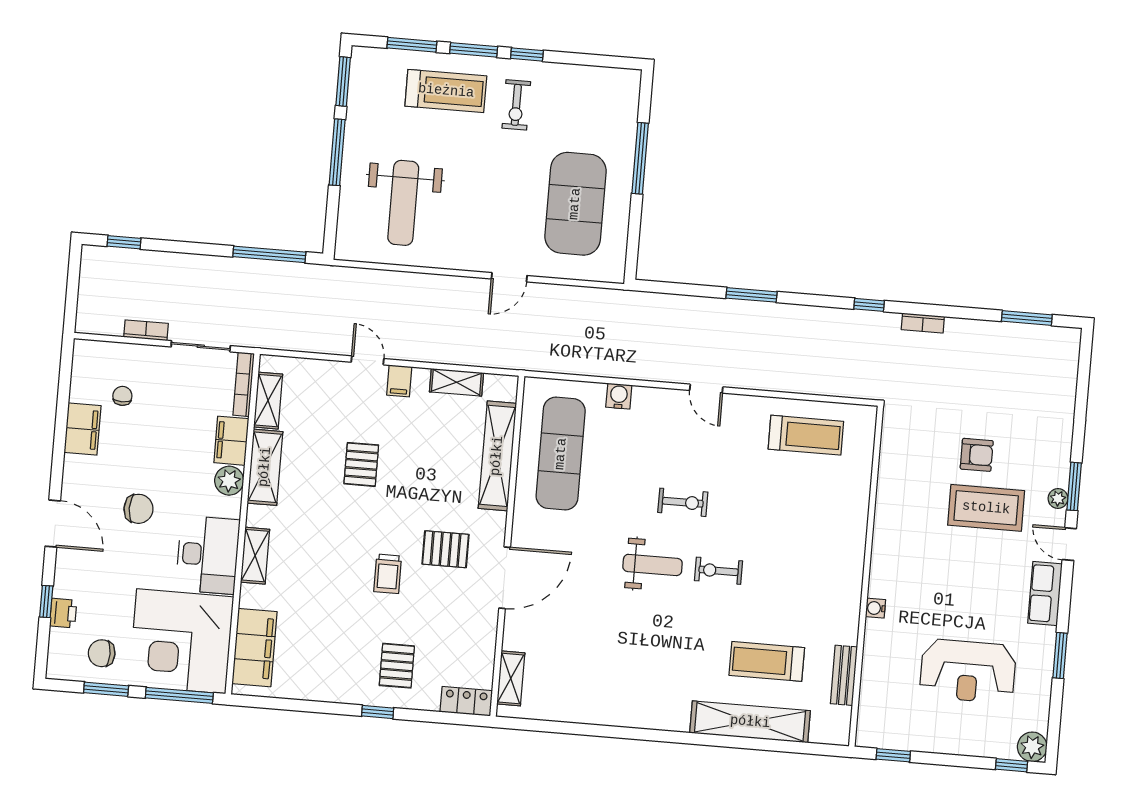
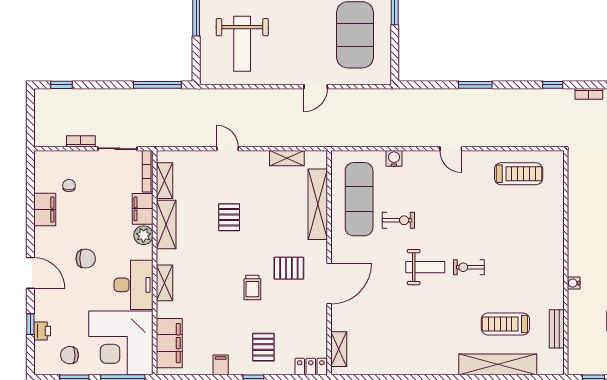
filing cabinet: (399, 381) -> (221, 365), moved, turned 180
exercise bike: (683, 502) -> (398, 220), moved

